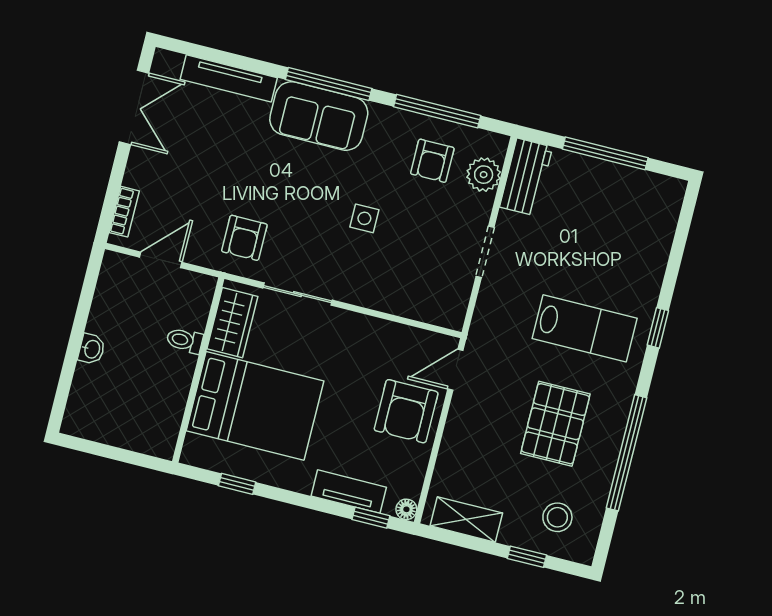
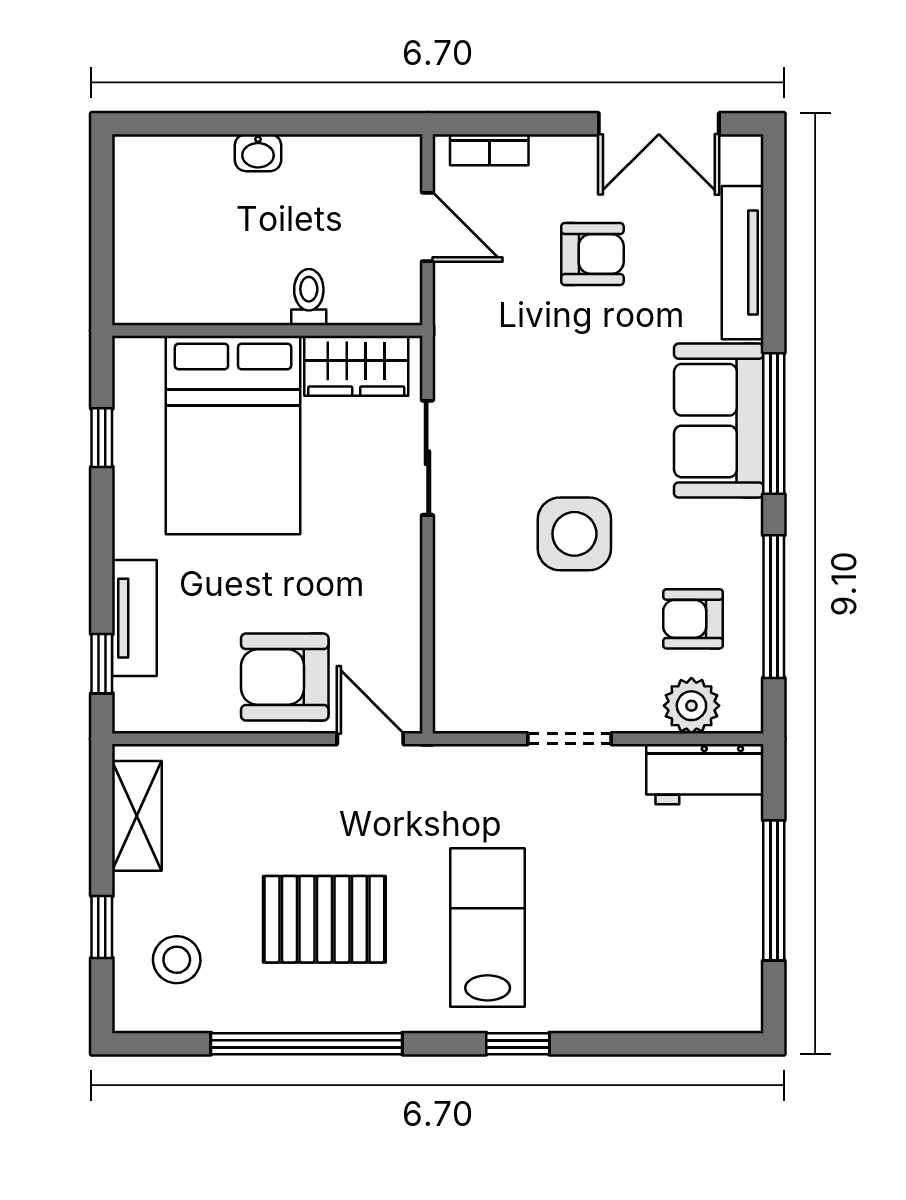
side table: (364, 218) -> (574, 534), width x1.87, depth x1.87
armchair: (244, 238) -> (592, 254), moved, turned 180
lab bench: (585, 328) -> (488, 928), turned 180
floor lamp: (406, 509) -> (129, 717), removed

